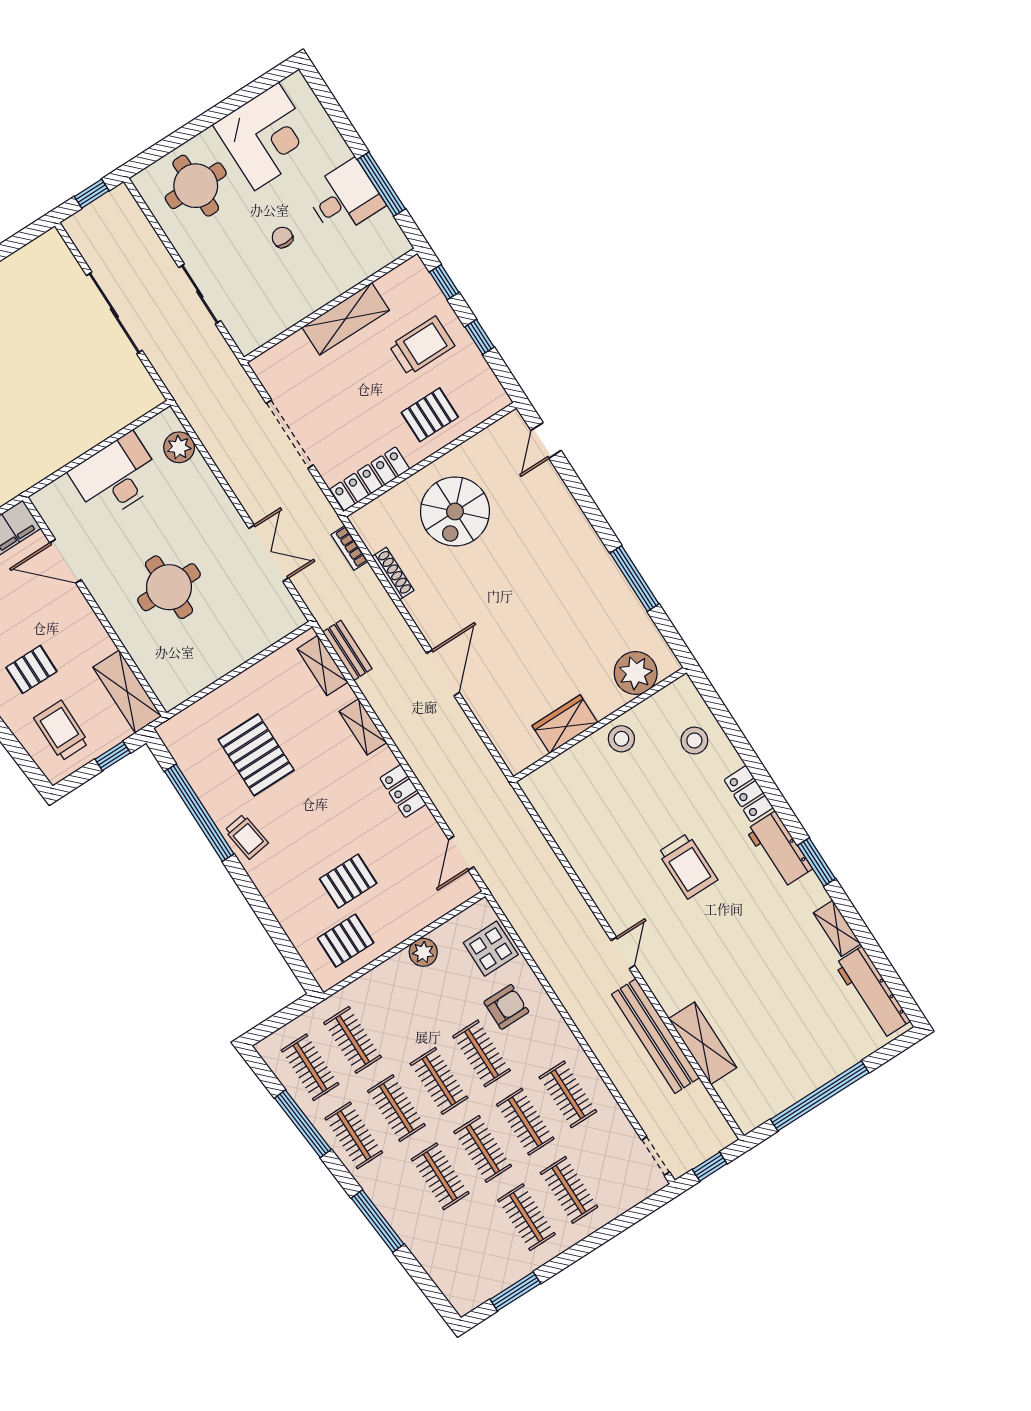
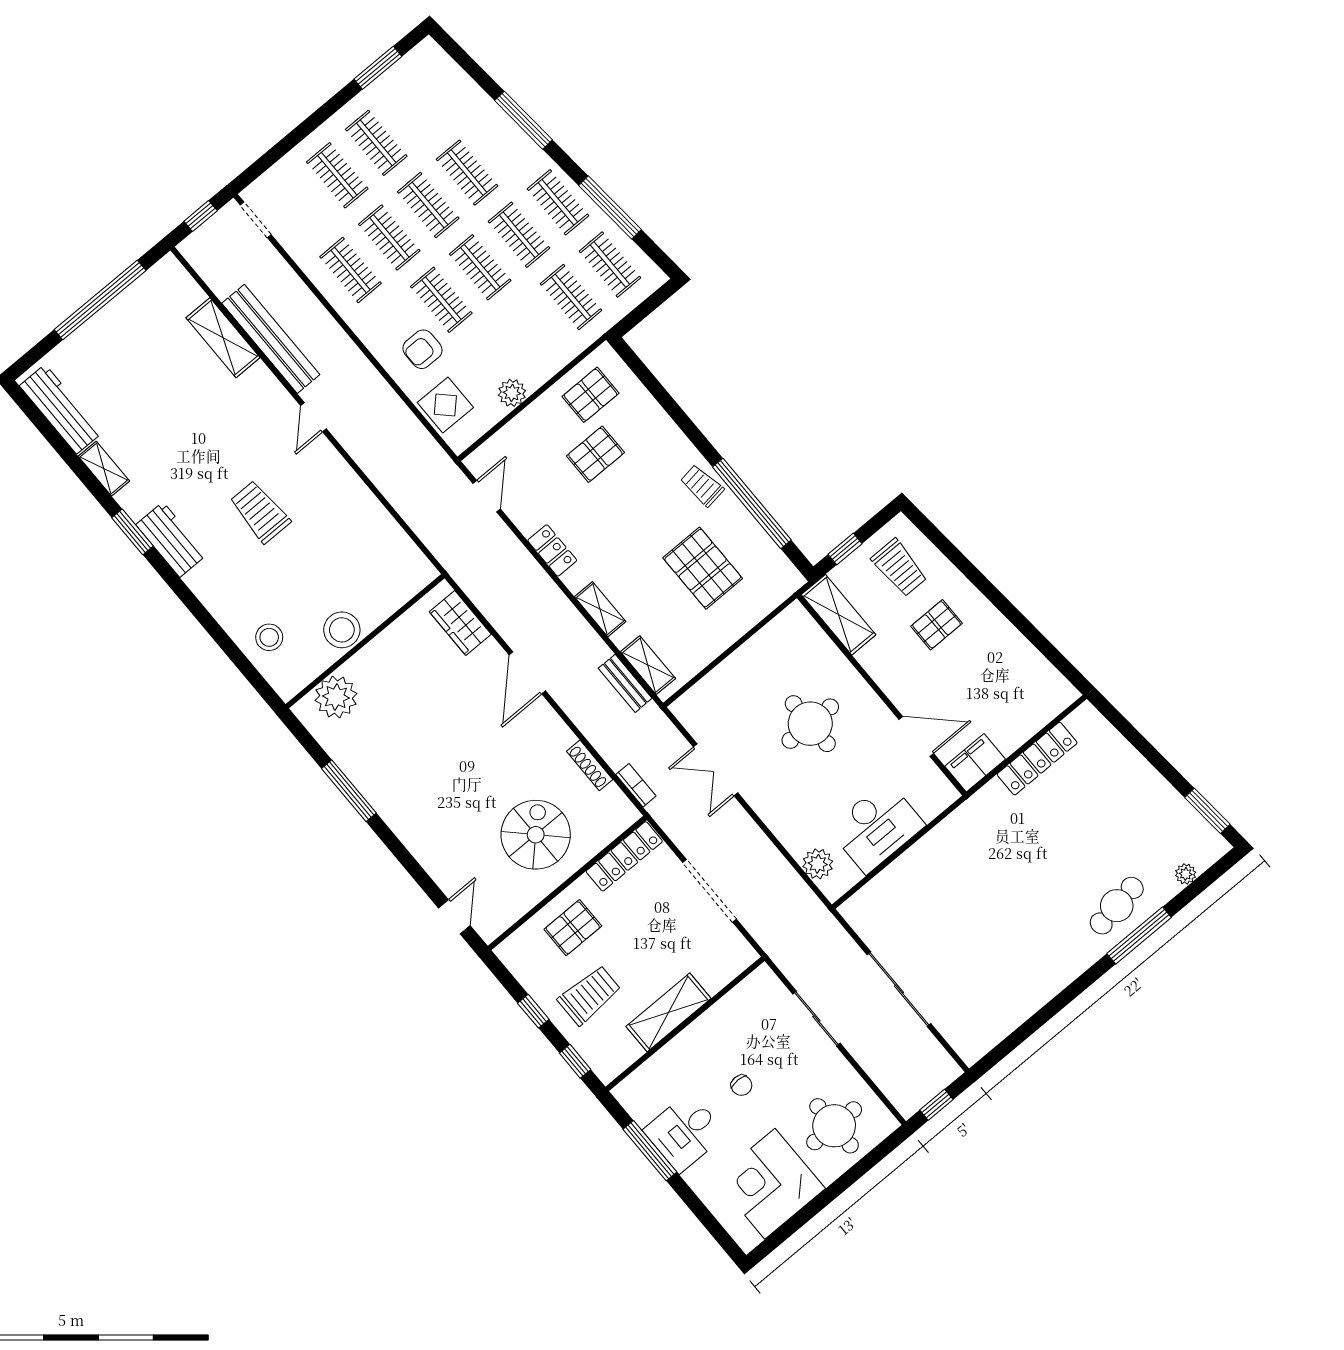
trolley: (422, 346) -> (589, 995), turned 180
wardrobe: (565, 724) -> (460, 623), moved, turned 90
stool: (621, 739) -> (342, 630), width x1.38, depth x1.38
locker: (749, 794) -> (209, 591), removed

